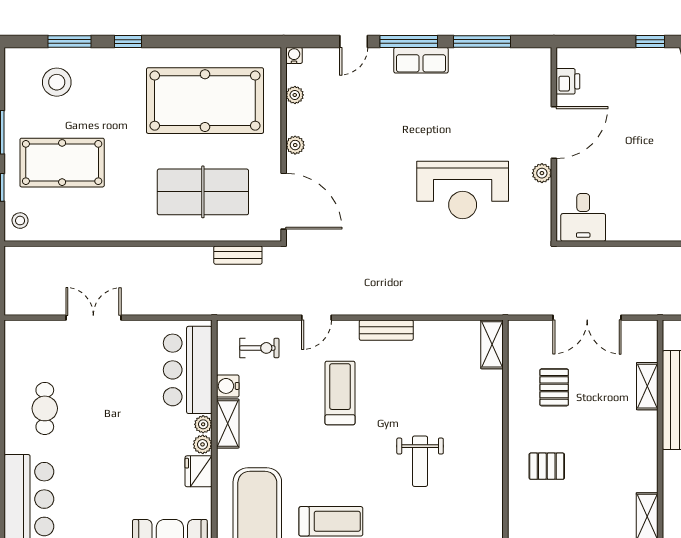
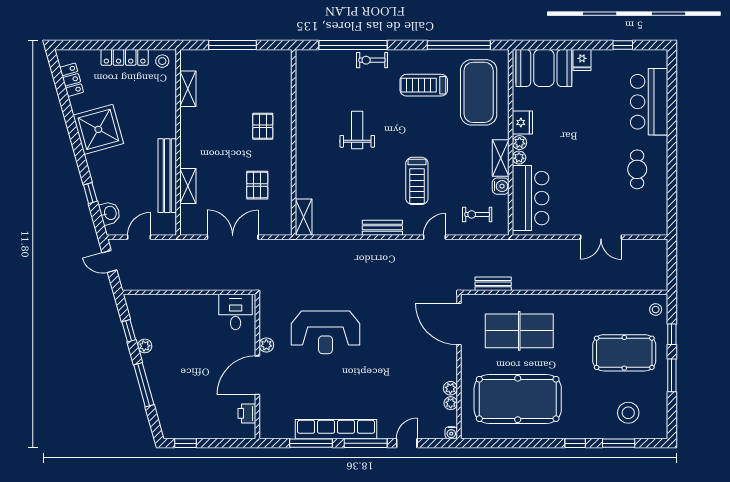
row of seats: (421, 60) -> (336, 429), width x2.02
plant: (295, 145) -> (450, 388), moved
reception desk: (463, 190) -> (325, 332), turned 180
pallet: (547, 466) -> (263, 126), turned 90

